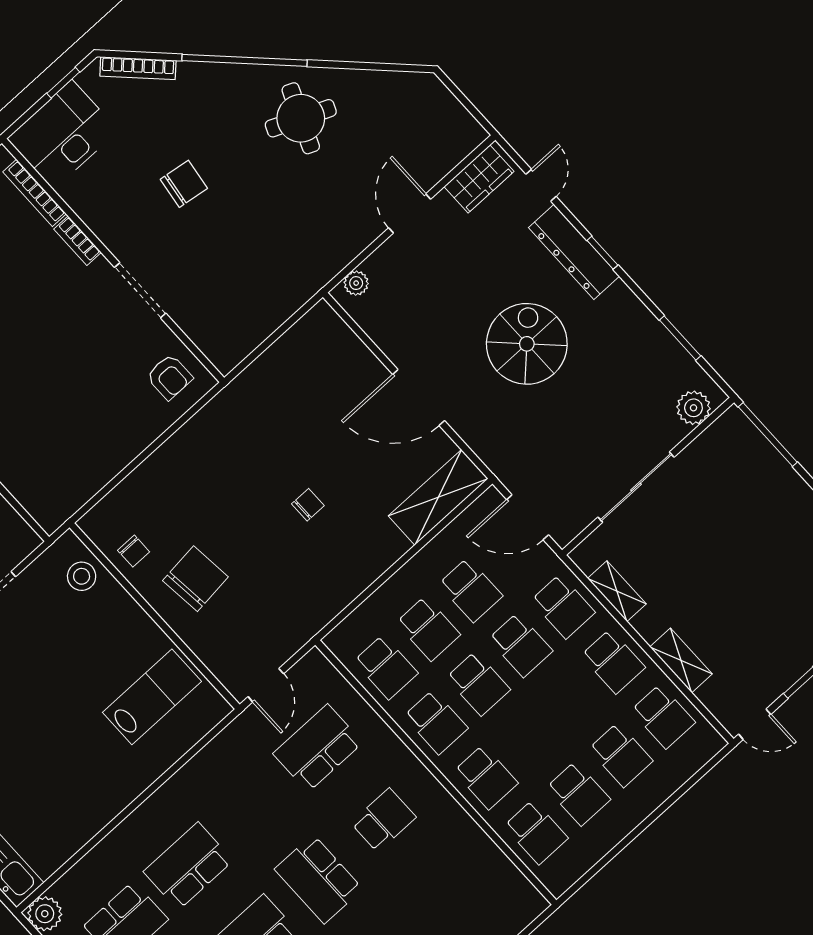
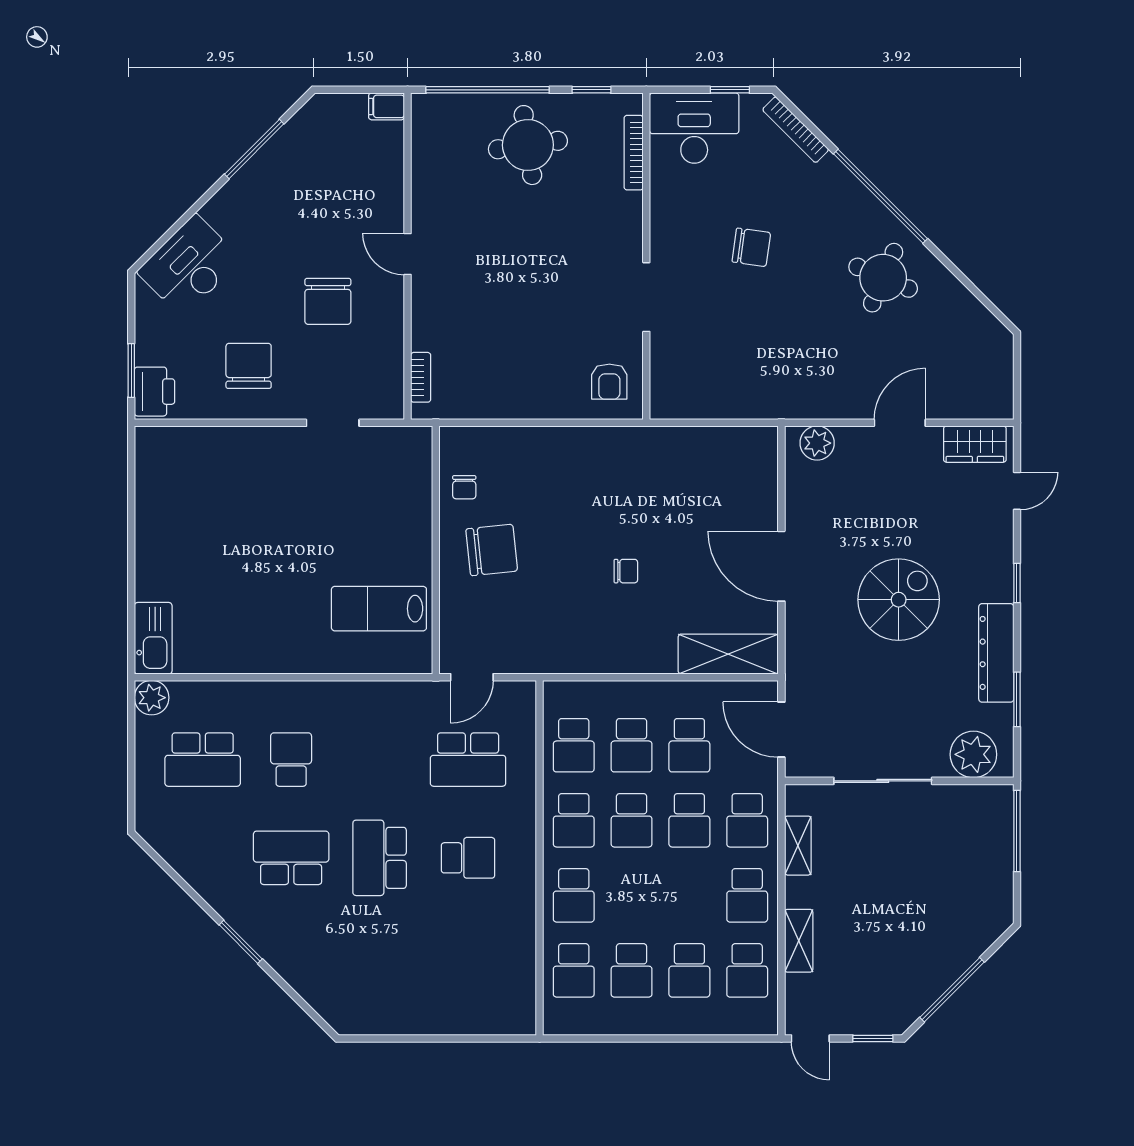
bookcase: (77, 241) -> (421, 377), moved, turned 180
dresser: (574, 252) -> (996, 653), moved
plant: (356, 283) -> (817, 443), width x1.38, depth x1.38
plant: (693, 408) -> (973, 754), width x1.36, depth x1.36
stool: (82, 576) -> (408, 471), removed
lab bench: (152, 697) -> (379, 609), turned 180
school desk: (318, 748) -> (468, 760), turned 180
school desk: (188, 866) -> (291, 760), width x0.54

